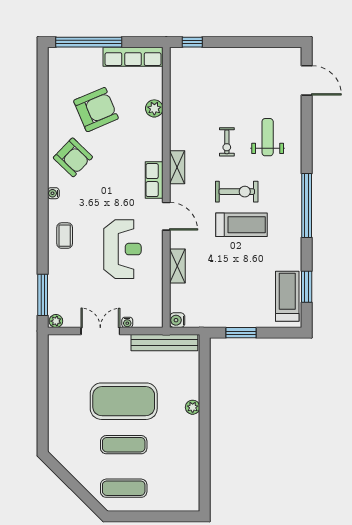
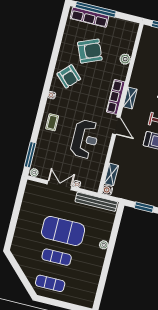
row of seats: (133, 57) -> (90, 17), moved
row of seats: (154, 180) -> (116, 97), width x1.48
shelving: (177, 266) -> (111, 174), moved

